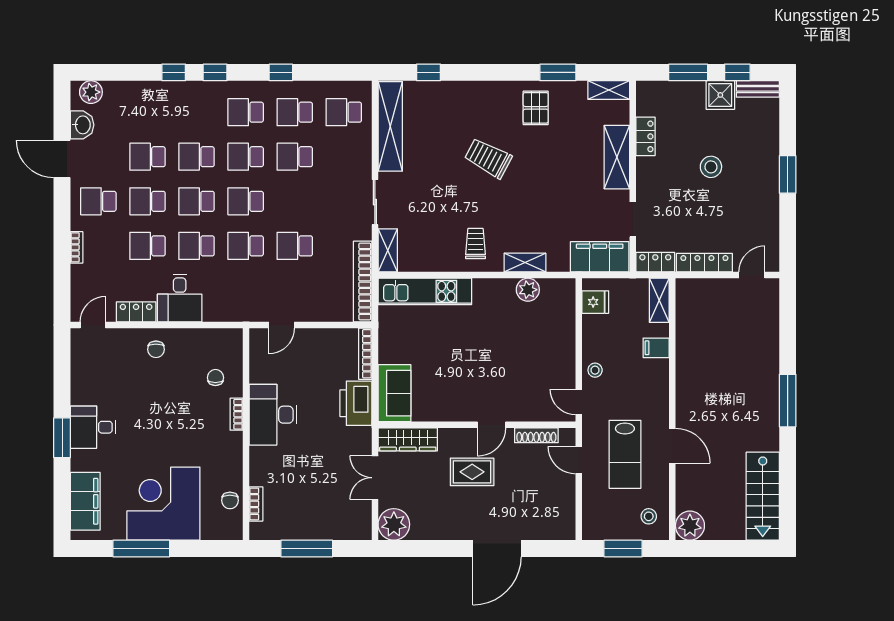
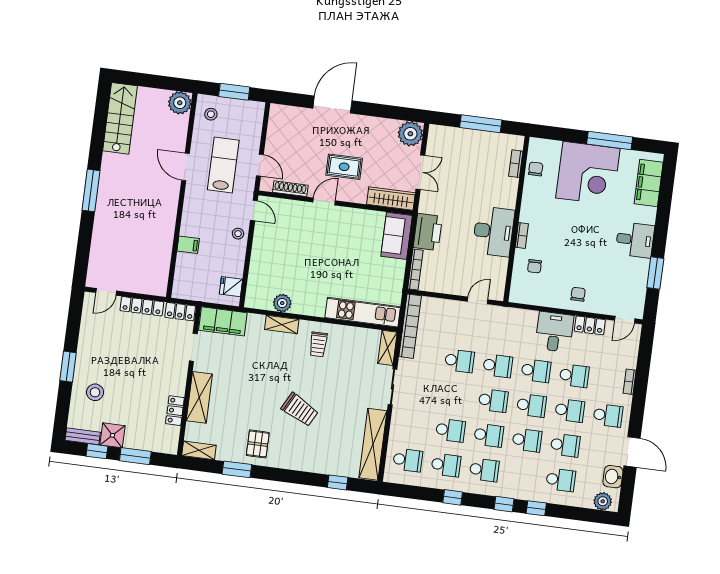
school desk: (147, 112) -> (561, 480), added
stool: (711, 167) -> (95, 392), moved
shelving: (659, 300) -> (181, 282), removed
window: (62, 438) -> (655, 273), moved

